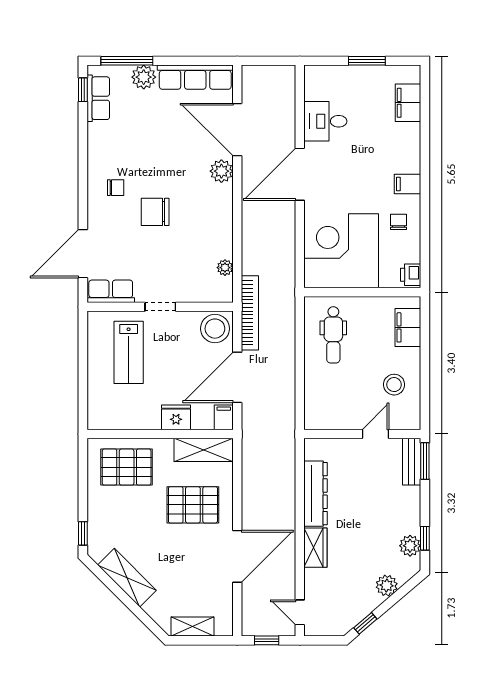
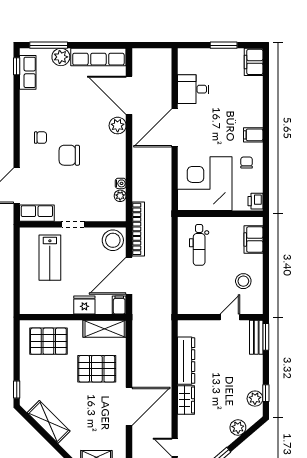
filing cabinet: (408, 103) -> (254, 62), moved
water cooler: (226, 251) -> (121, 183), added

